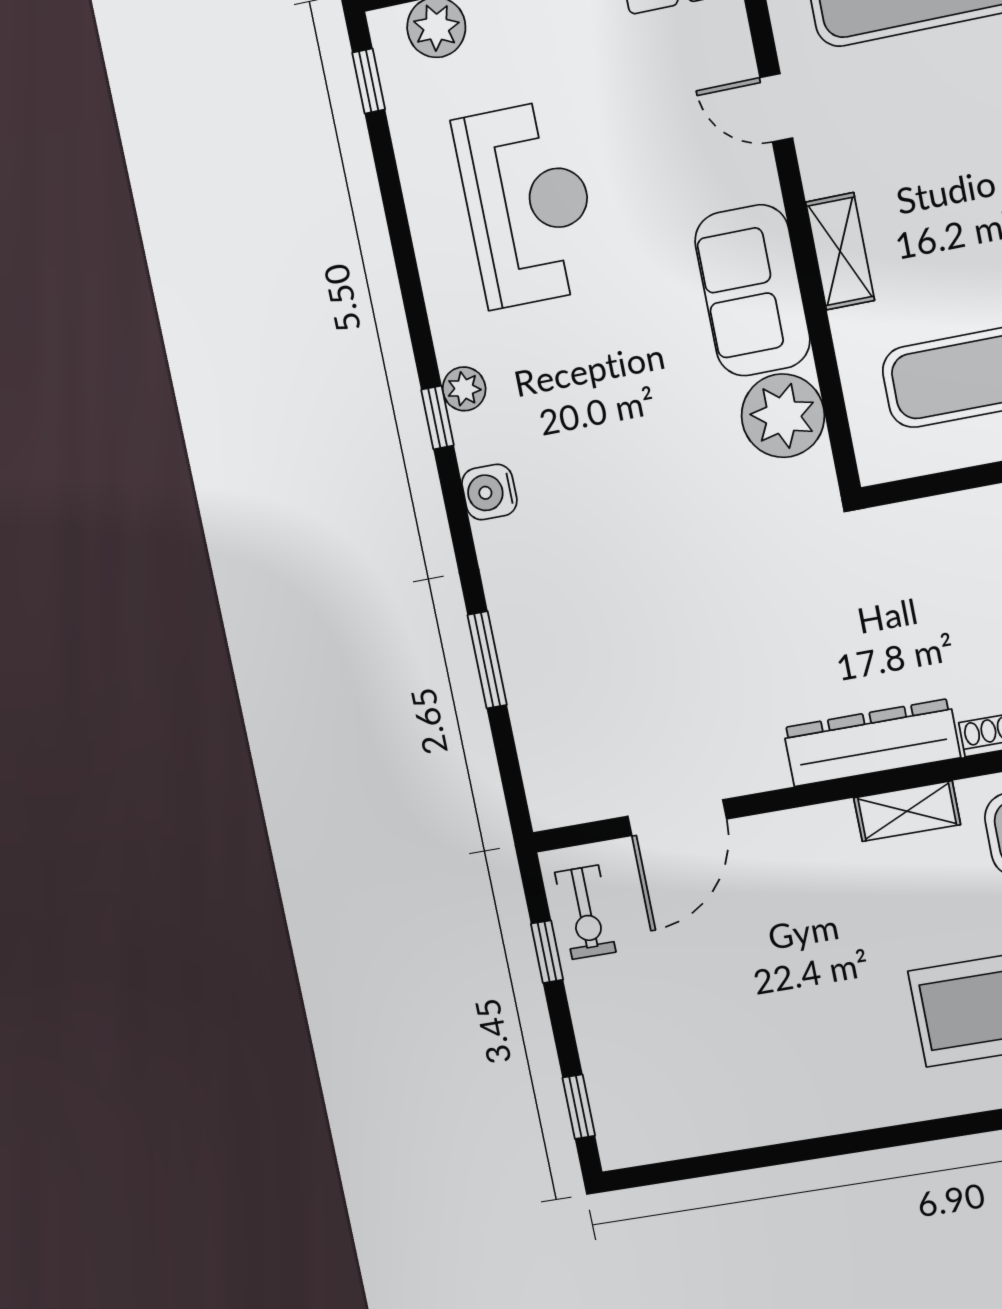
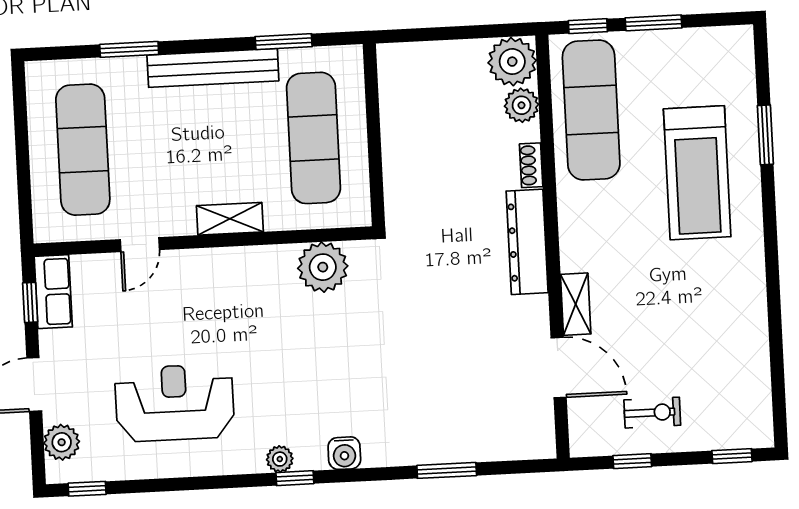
sofa: (752, 290) -> (246, 275), removed
shelving: (907, 811) -> (576, 304), moved
exercise bike: (585, 912) -> (652, 413), moved

